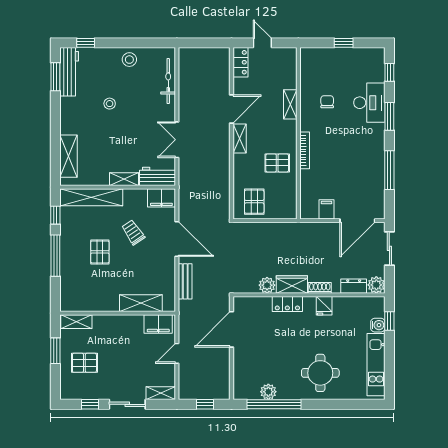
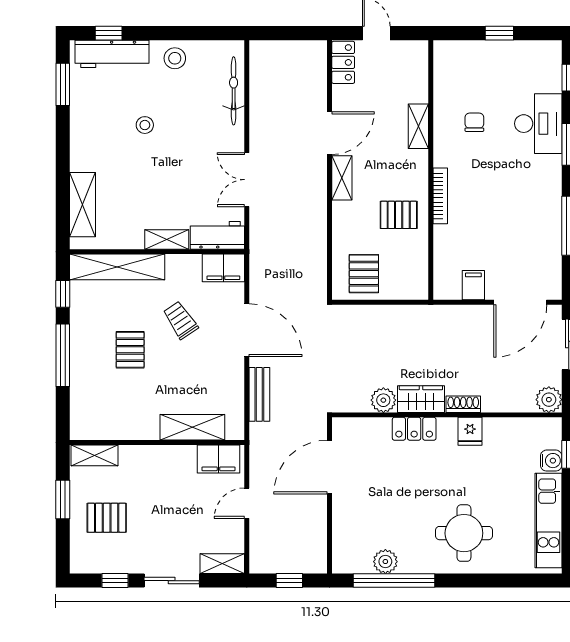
workbench: (69, 72) -> (112, 54), moved, turned 90
dresser: (354, 286) -> (515, 402), removed

